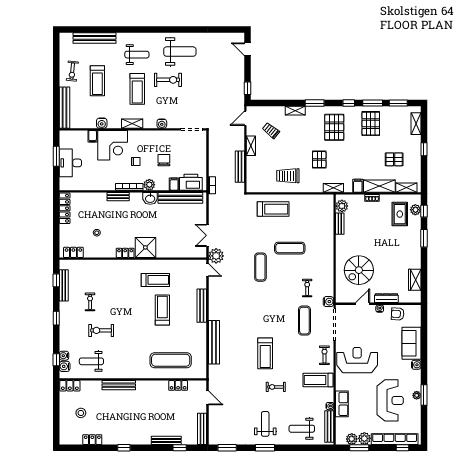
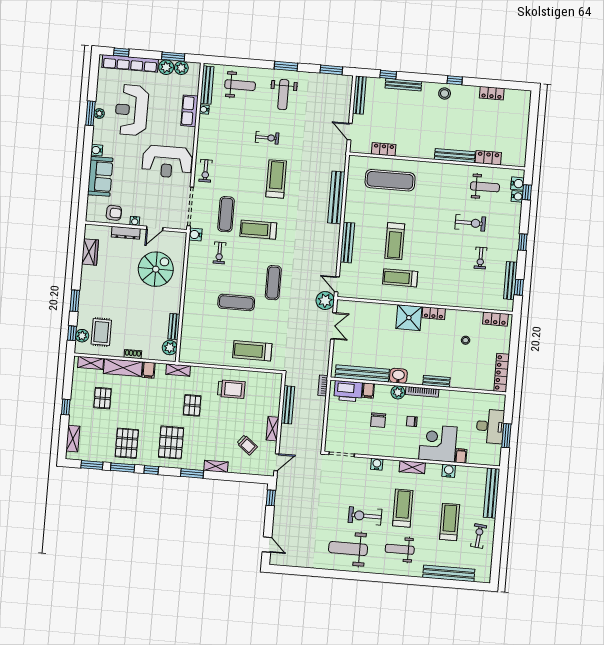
pallet: (394, 159) -> (102, 398), turned 90
treadmill: (318, 380) -> (258, 230), moved, turned 180
locker: (70, 386) -> (488, 158), moved
stool: (81, 413) -> (445, 93), moved

